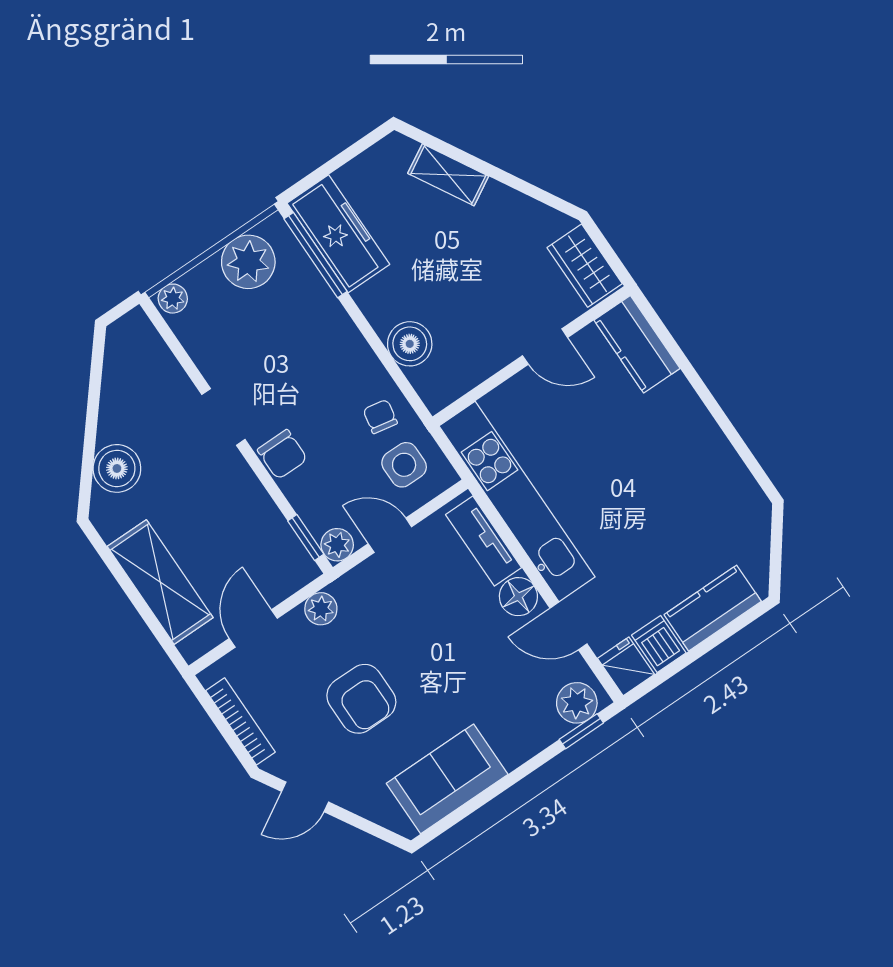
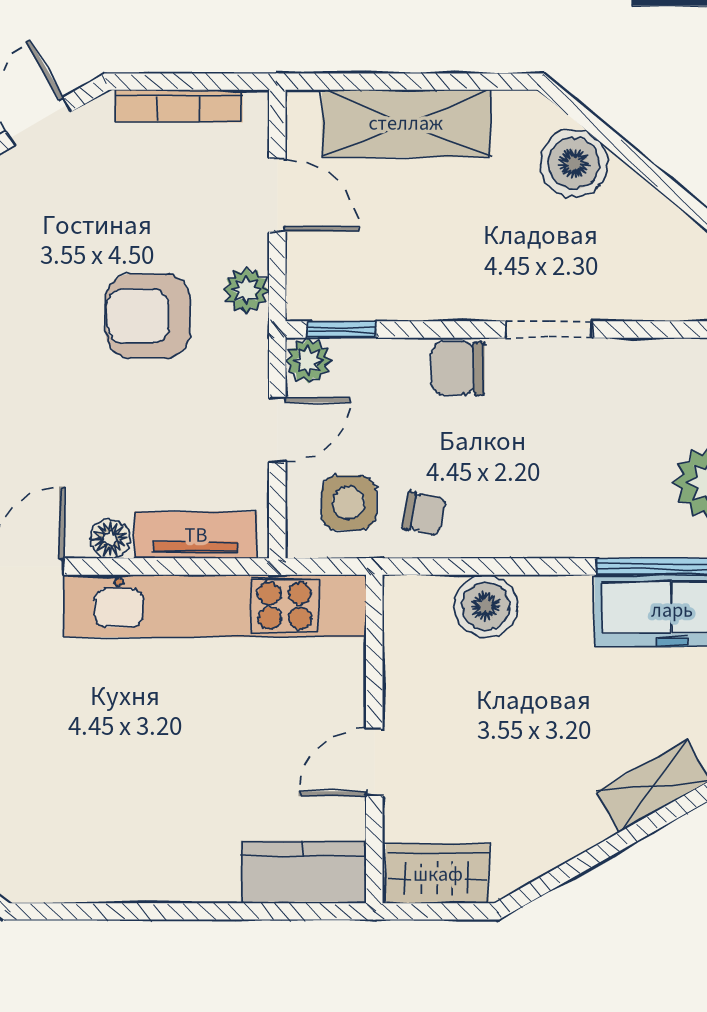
floor lamp: (518, 597) -> (110, 539), width x0.73, depth x0.73
armchair: (361, 699) -> (148, 316), moved

